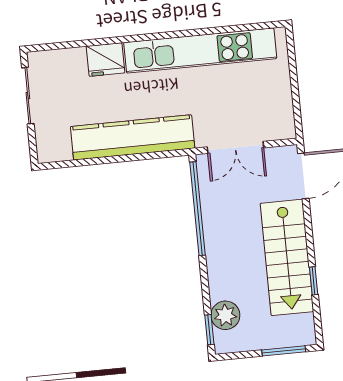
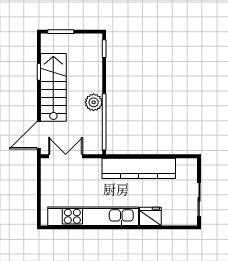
double door: (235, 147) -> (66, 156), moved
plant: (225, 315) -> (94, 102), moved

